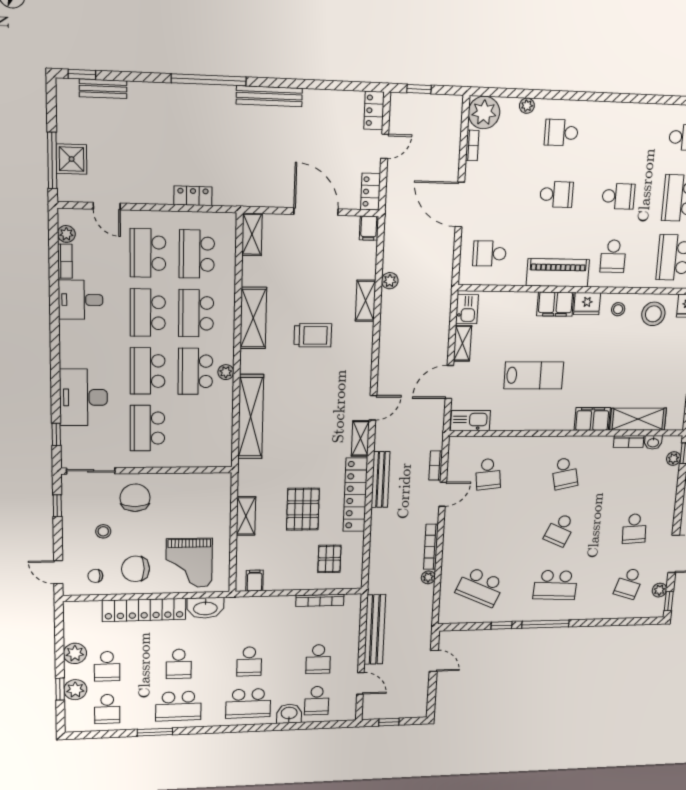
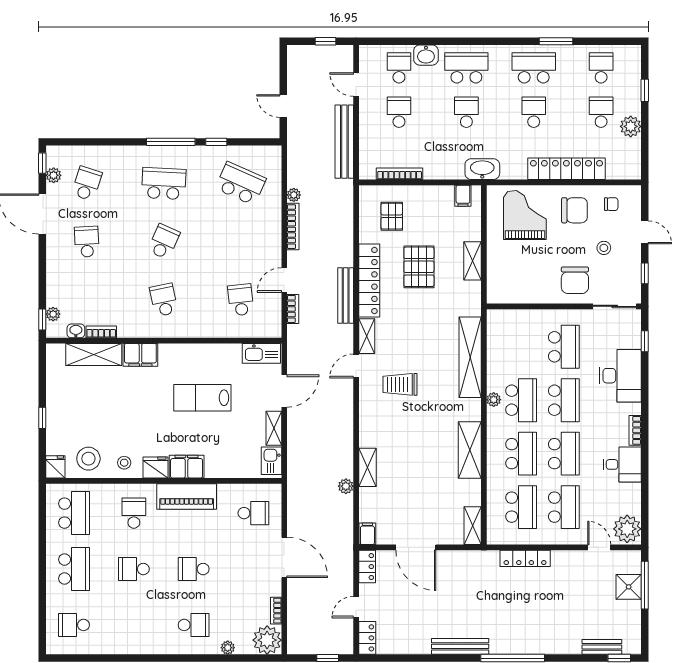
locker: (193, 196) -> (525, 558), width x1.53
plant: (66, 234) -> (627, 529), width x1.87, depth x1.87
bookcase: (65, 261) -> (635, 430), moved
trolley: (313, 335) -> (400, 384), moved
door: (58, 572) -> (645, 232), moved
washbasin: (205, 608) -> (482, 169), moved
plant: (75, 690) -> (631, 89), removed

